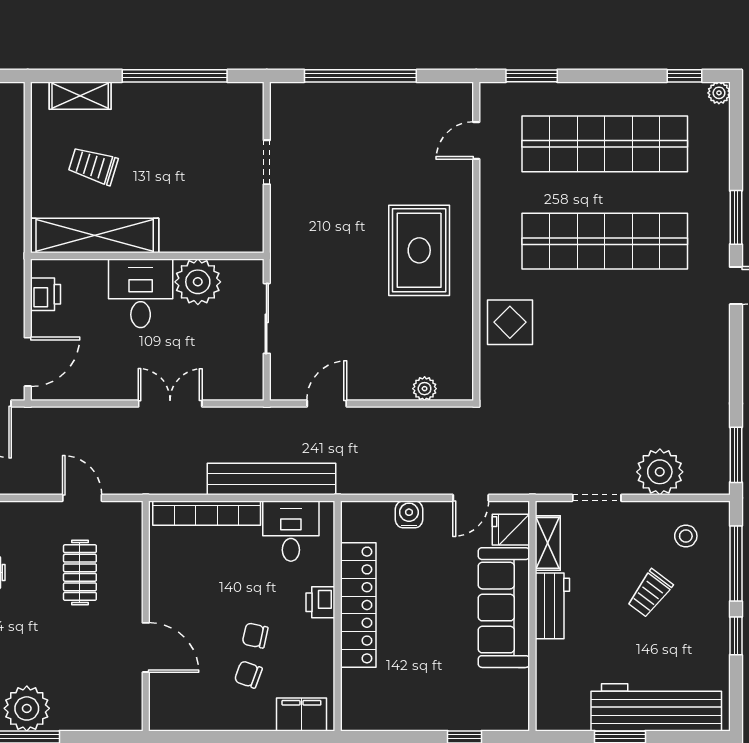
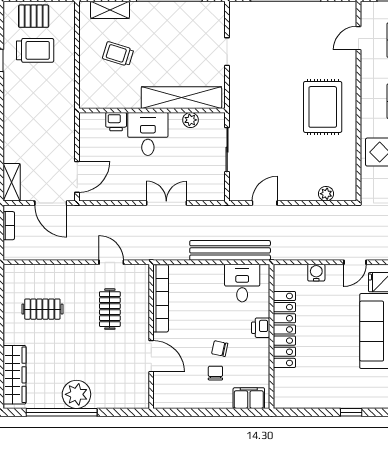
shelving: (95, 236) -> (181, 98), moved
plant: (198, 282) -> (190, 120), width x0.53, depth x0.53
printer: (46, 294) -> (116, 122), moved, turned 90
bookcase: (207, 513) -> (161, 298), moved, turned -90
chair: (248, 674) -> (215, 373), turned 70

